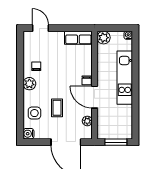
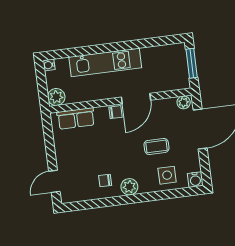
row of seats: (78, 38) -> (76, 118), moved, turned 90
plant: (87, 121) -> (184, 102), moved

